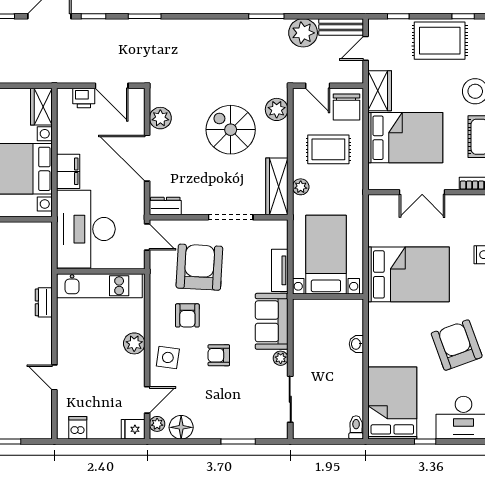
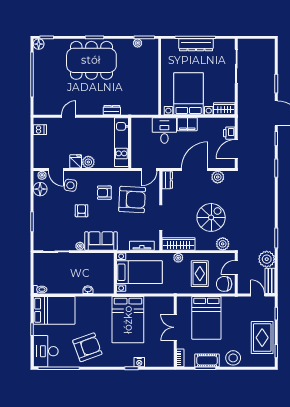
wardrobe: (380, 91) -> (233, 303), removed
desk: (86, 229) -> (164, 130), width x0.53, depth x0.77
tv unit: (280, 270) -> (142, 246), moved
side table: (168, 357) -> (70, 185), moved
fridge: (133, 429) -> (76, 161), moved

